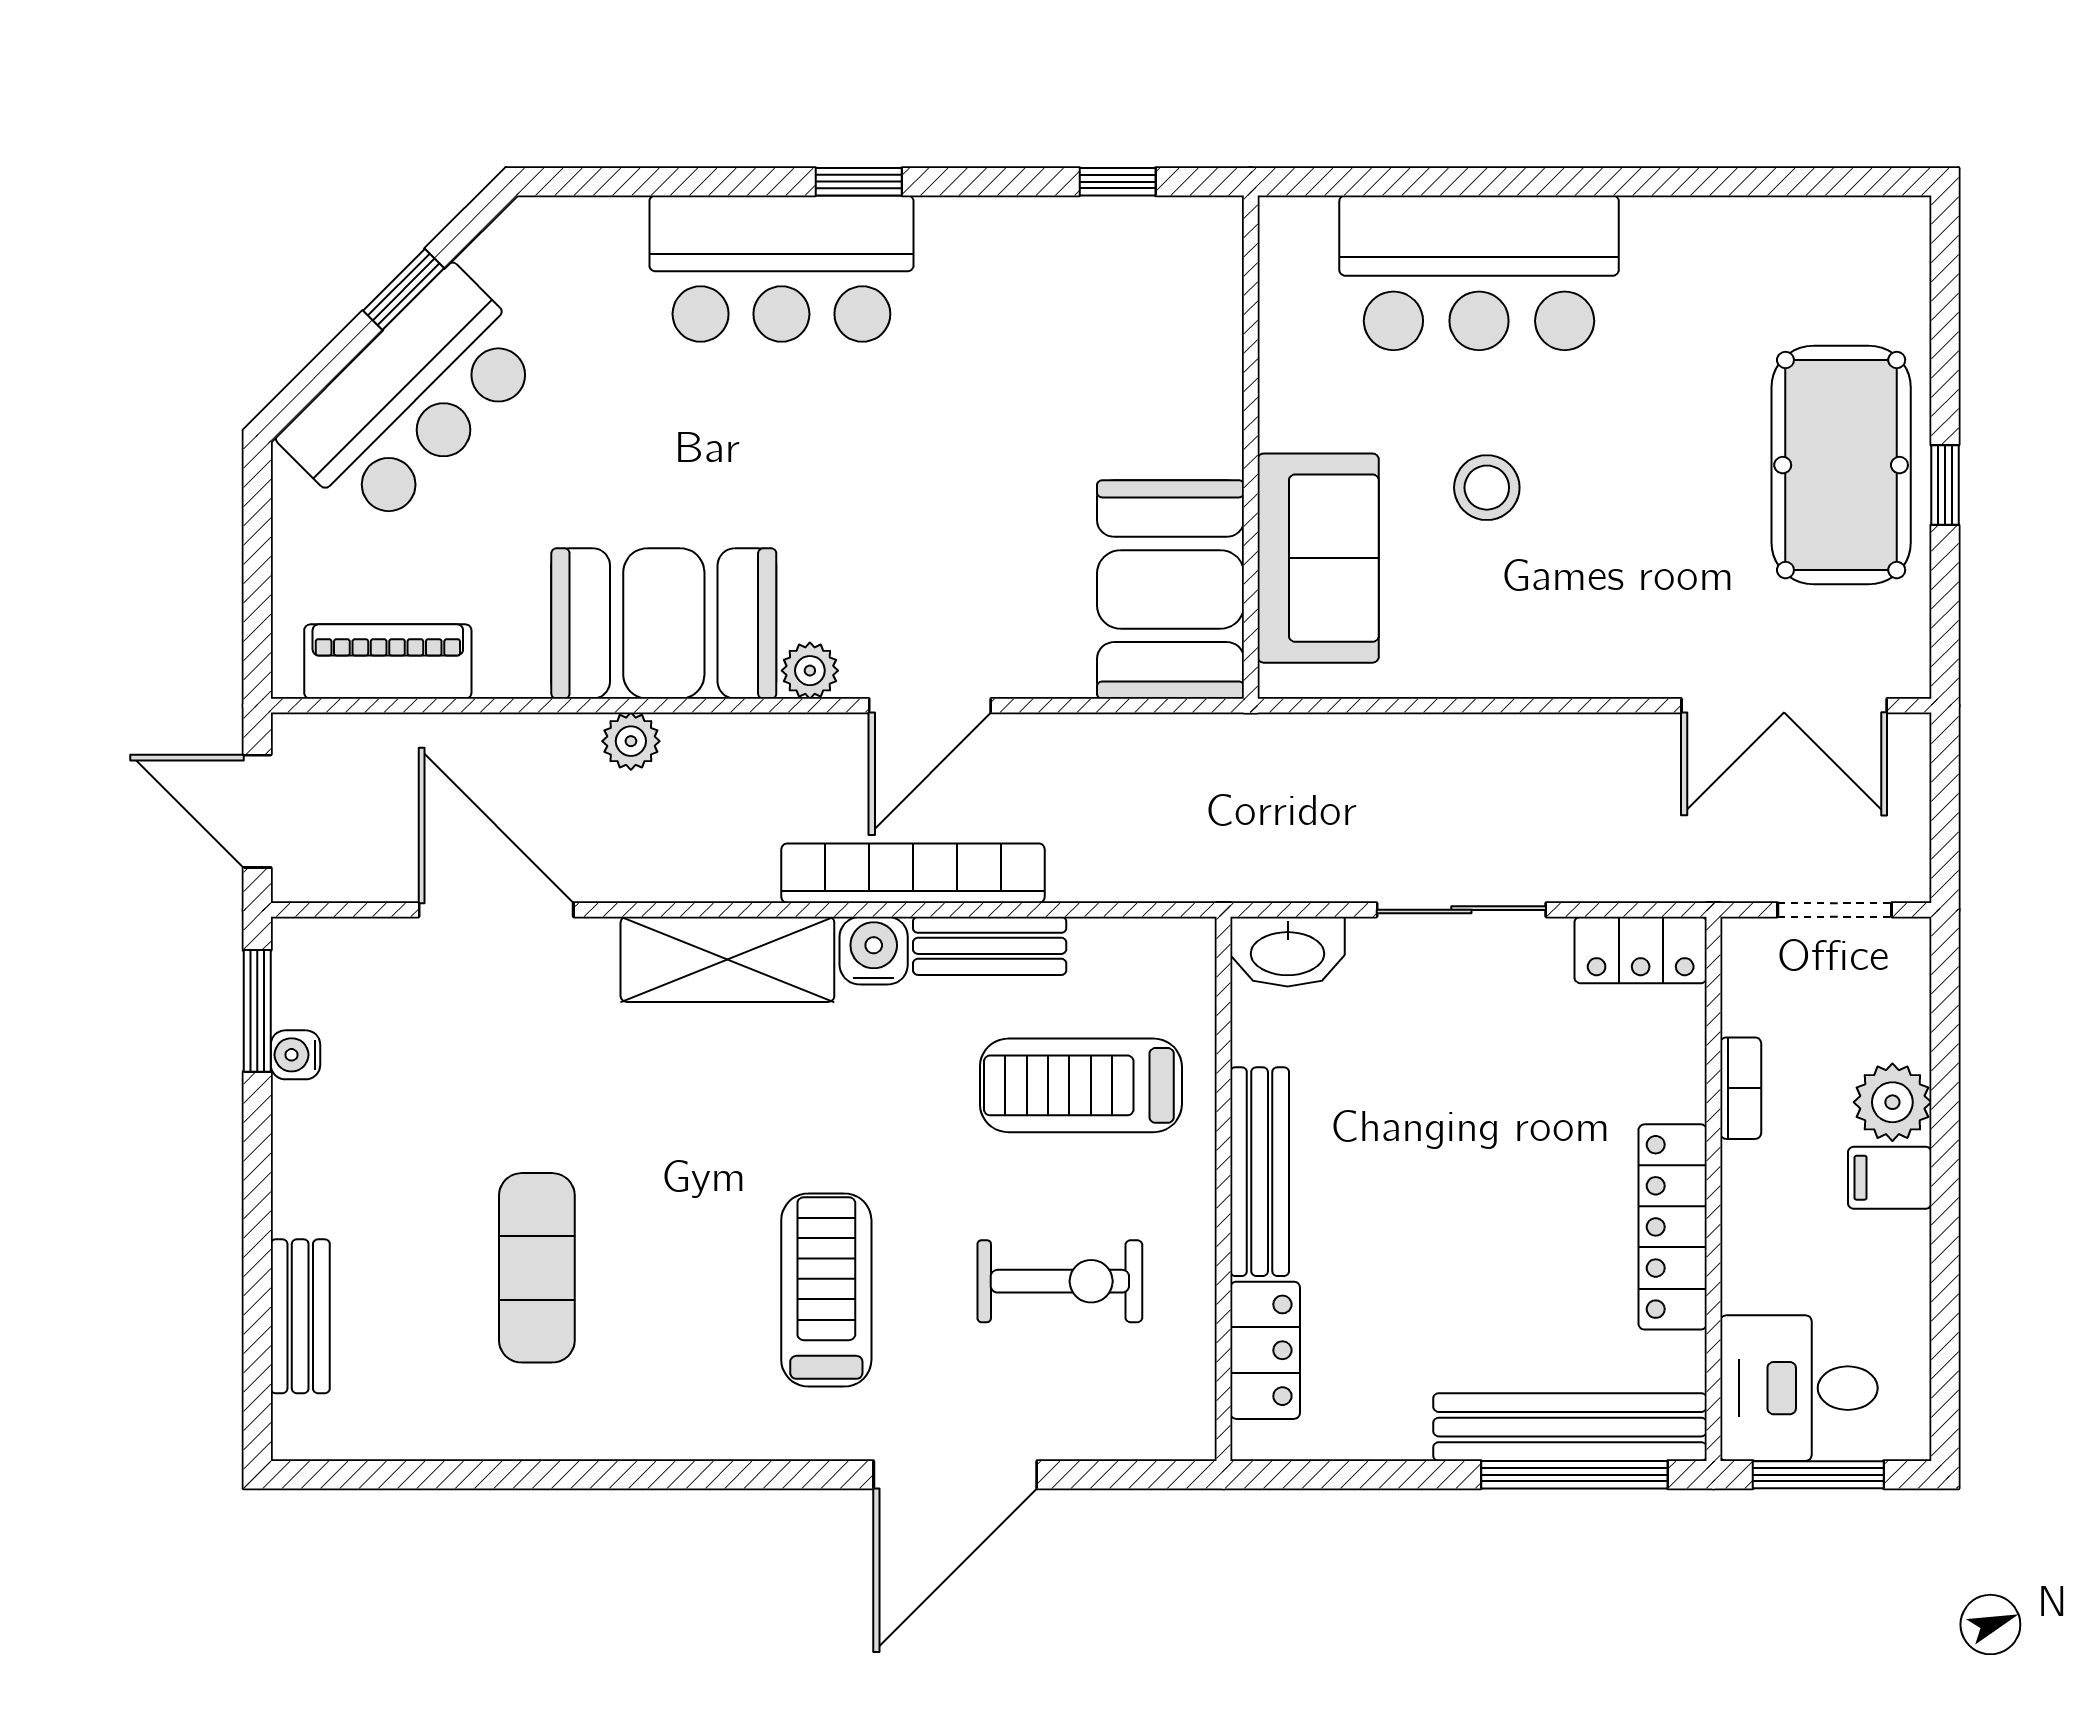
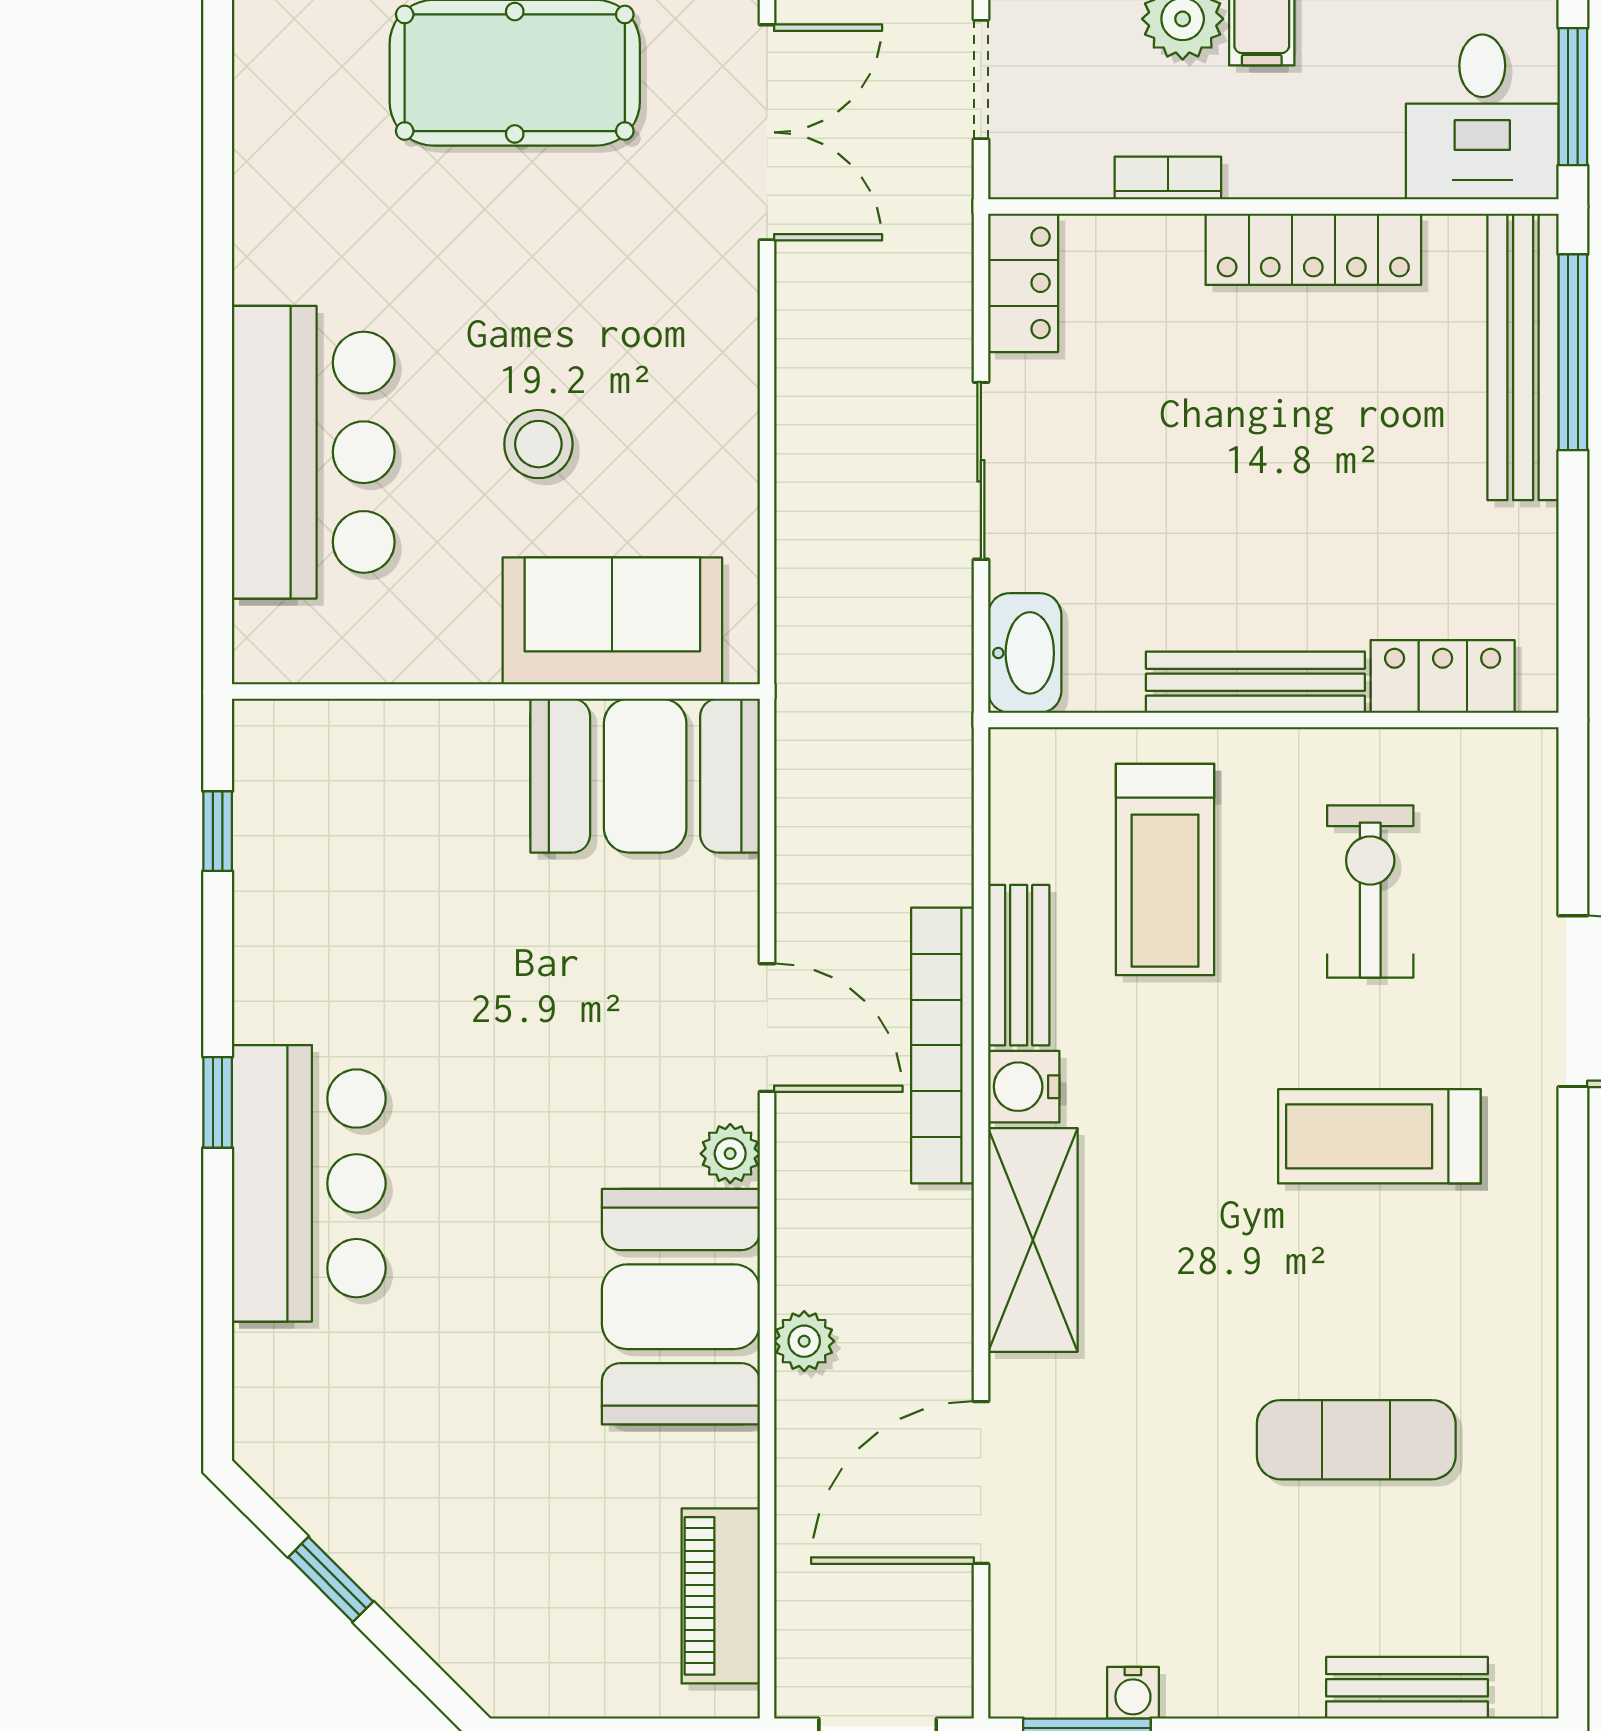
bar counter: (413, 399) -> (446, 1570), removed

